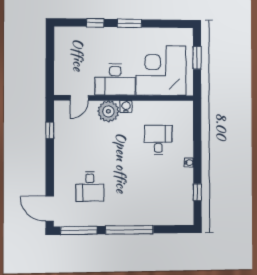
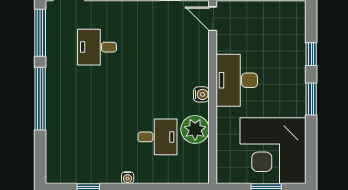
corner desk: (161, 71) -> (273, 151), moved, turned 180
door: (79, 98) -> (213, 19), moved
plant: (108, 111) -> (195, 129), moved

